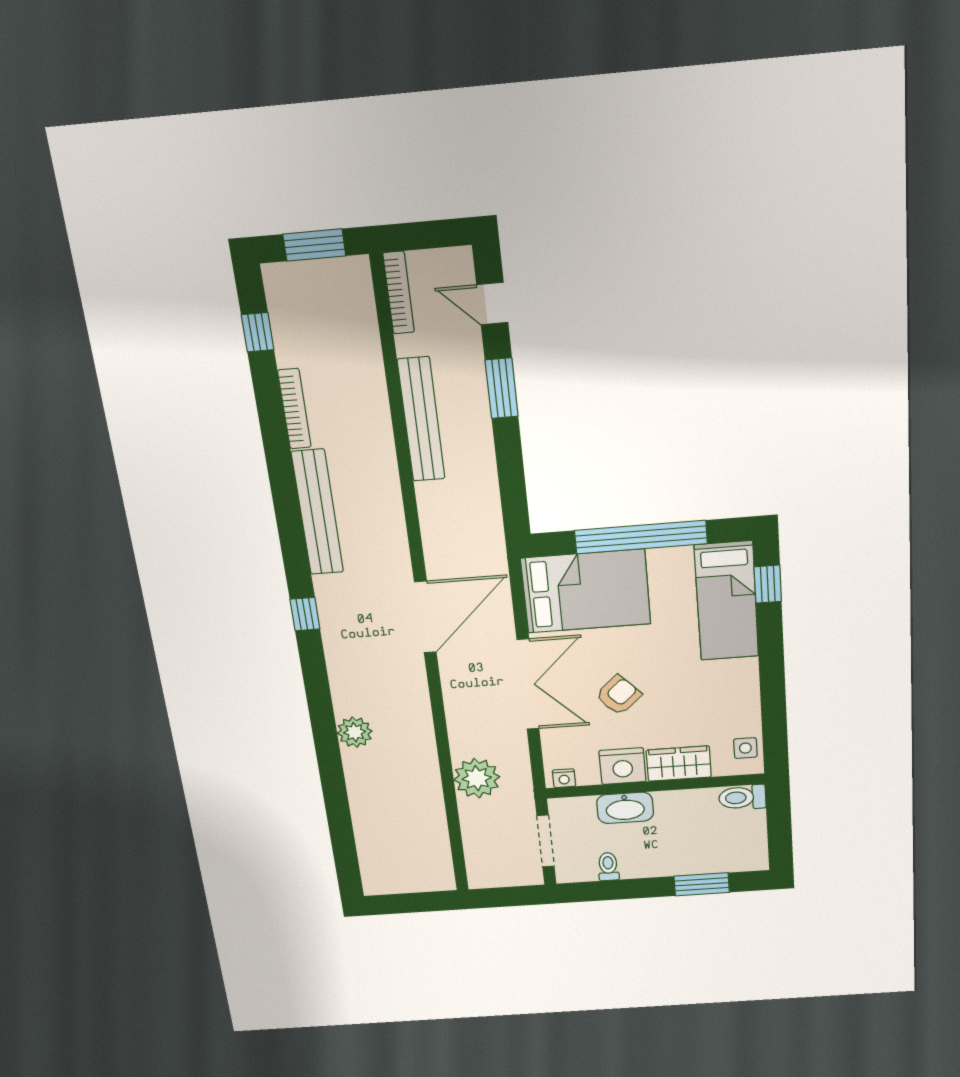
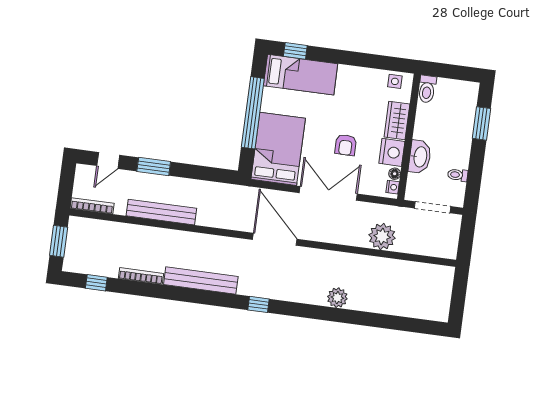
armchair: (618, 695) -> (346, 145), turned -137
floor lamp: (587, 777) -> (395, 174), added

